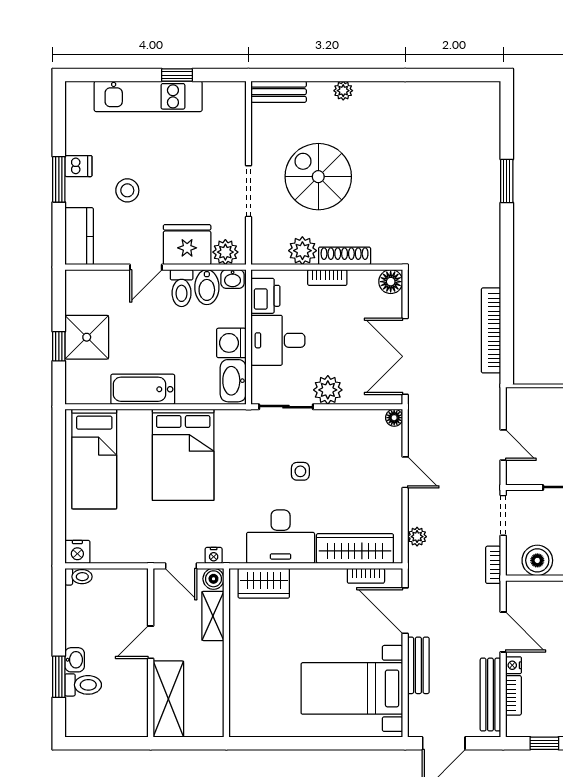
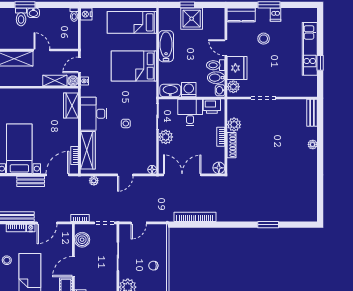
spiral stairs: (318, 177) -> (270, 132), removed

